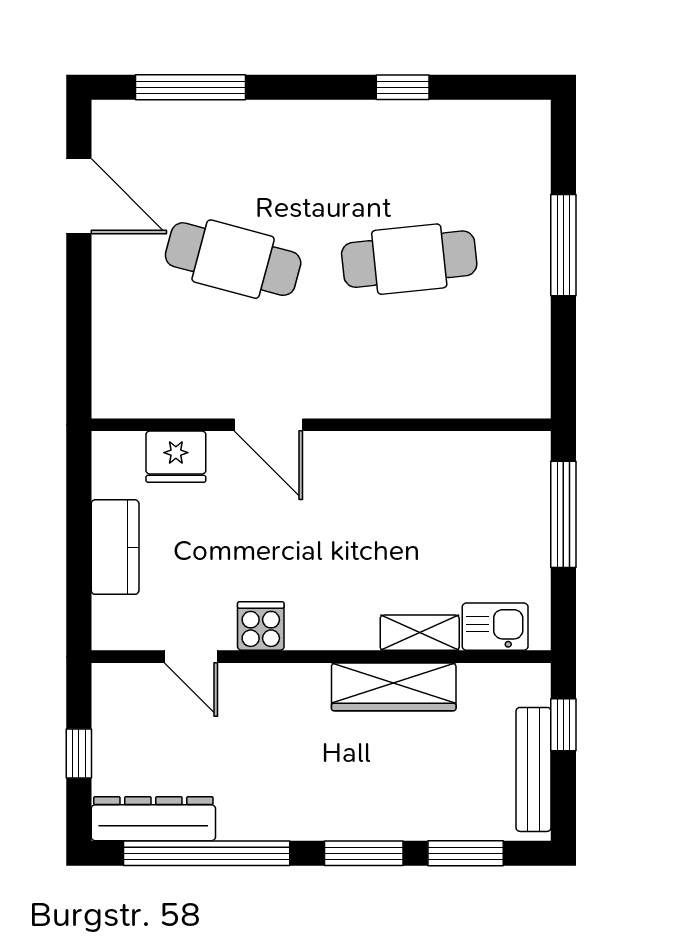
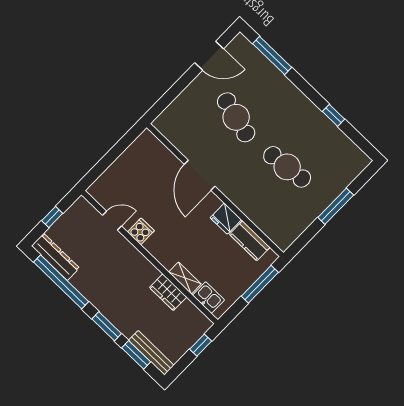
door: (79, 196) -> (209, 56), hinge flipped
door: (268, 425) -> (200, 175), width x1.36
fridge: (176, 457) -> (226, 219), moved
kitchen counter: (115, 547) -> (250, 241), moved, turned 90
door: (191, 657) -> (112, 221), swing flipped
wardrobe: (394, 687) -> (168, 292), width x0.67
bench: (534, 769) -> (151, 353), moved, turned 90

